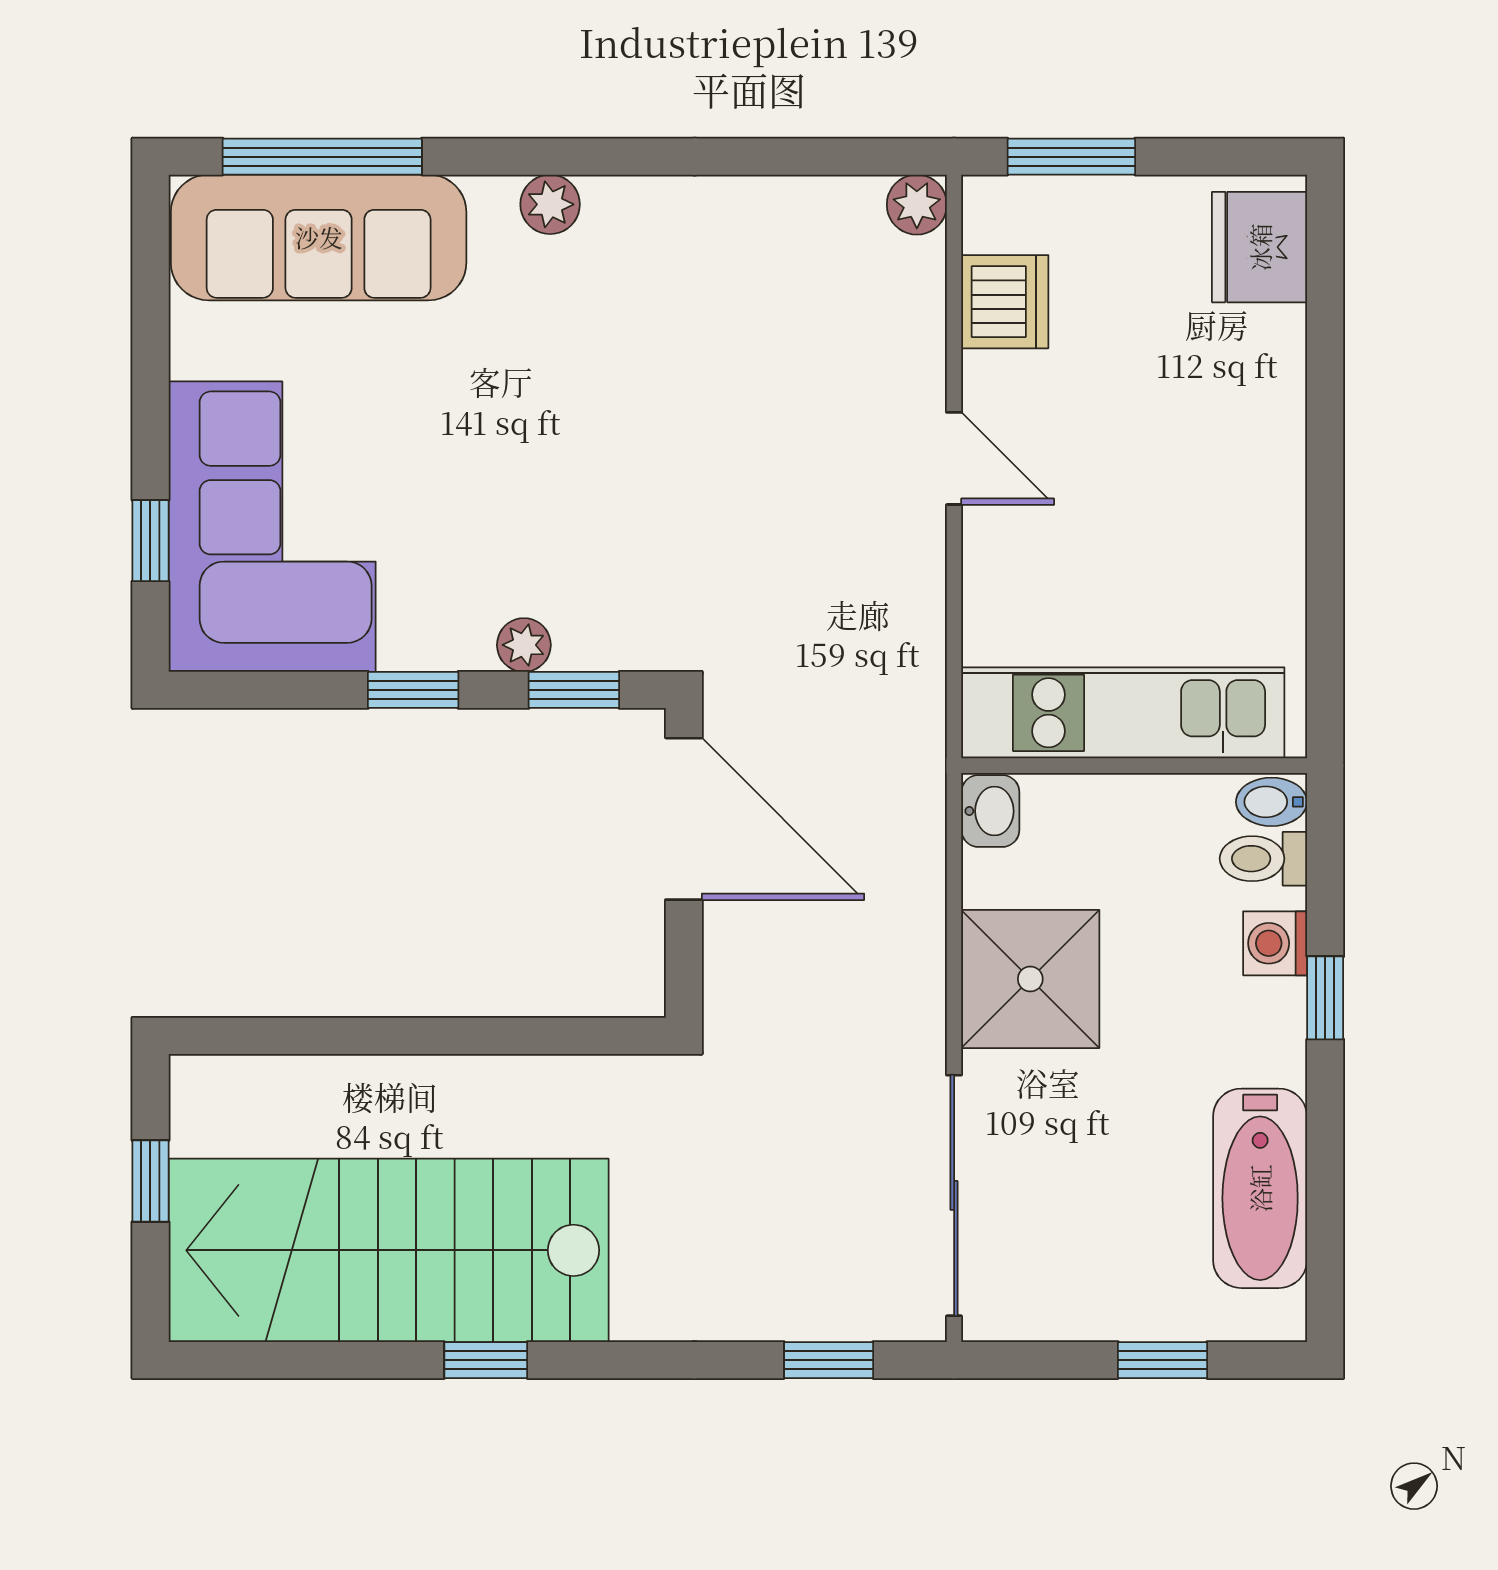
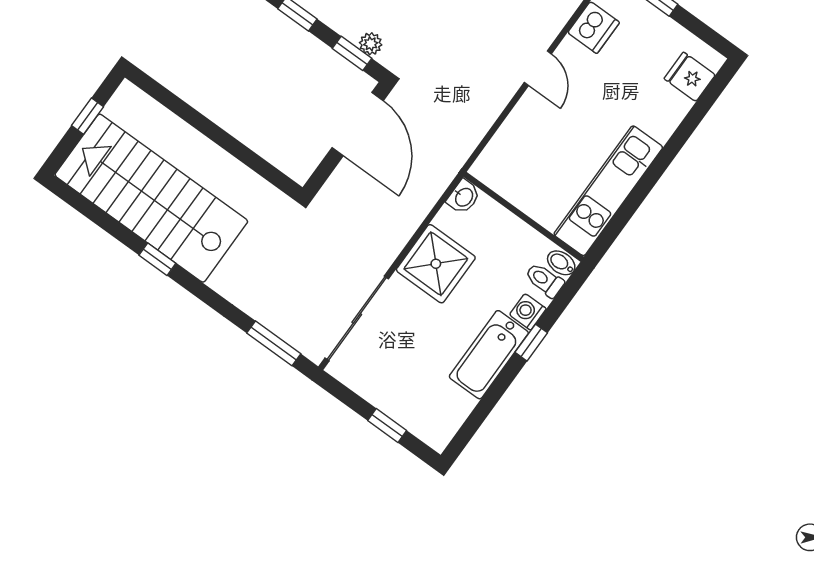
fridge: (1260, 247) -> (690, 77), width x0.72
plant: (524, 645) -> (371, 44), moved
kitchen unit: (1123, 713) -> (608, 191), moved, turned -90
bathtub: (1260, 1188) -> (489, 355), moved
window: (829, 1360) -> (274, 343), width x1.50

